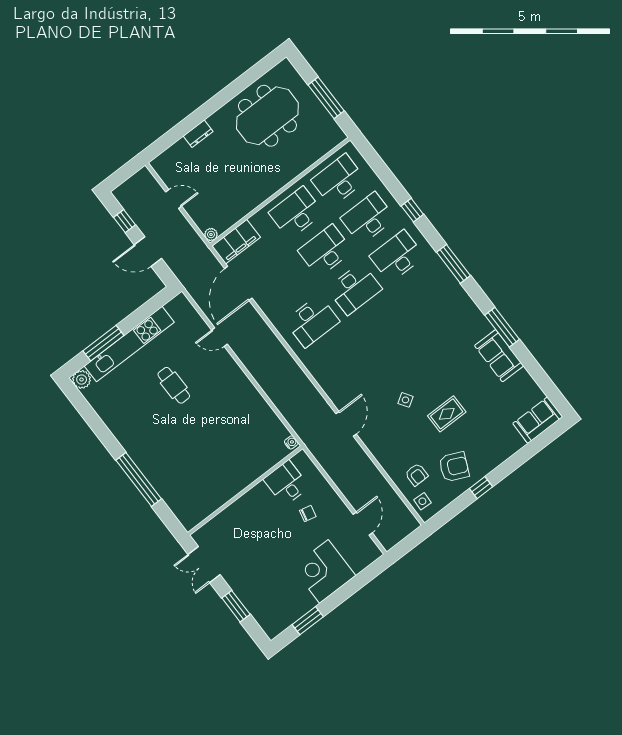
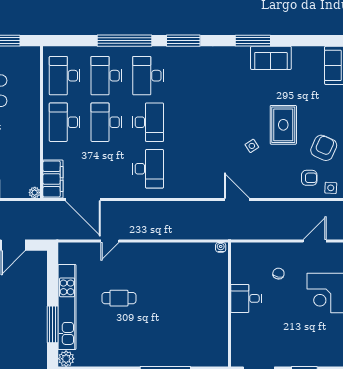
window: (412, 210) -> (124, 41), width x3.17
rug: (447, 414) -> (283, 125), width x1.36, depth x1.43
desk: (286, 483) -> (246, 298), moved
door: (363, 524) -> (315, 241), hinge flipped

